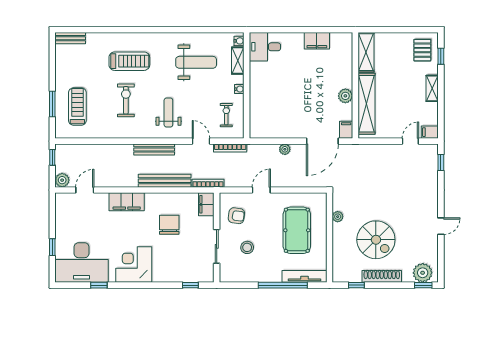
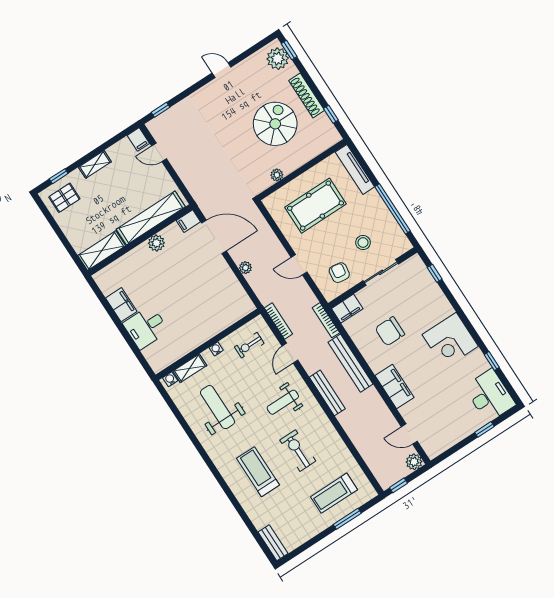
desk: (265, 47) -> (146, 327), moved, turned 90
exercise bike: (126, 100) -> (298, 451), turned 90
desk: (82, 263) -> (490, 396), width x0.73, depth x0.77
window: (283, 285) -> (392, 209), moved

